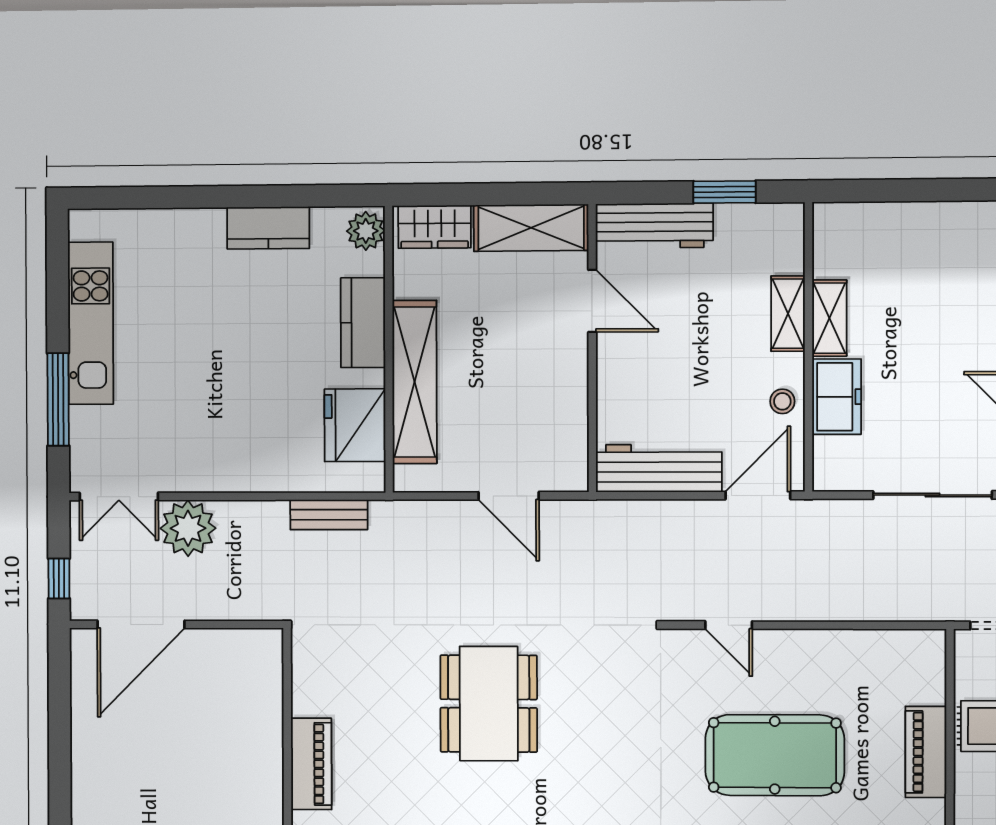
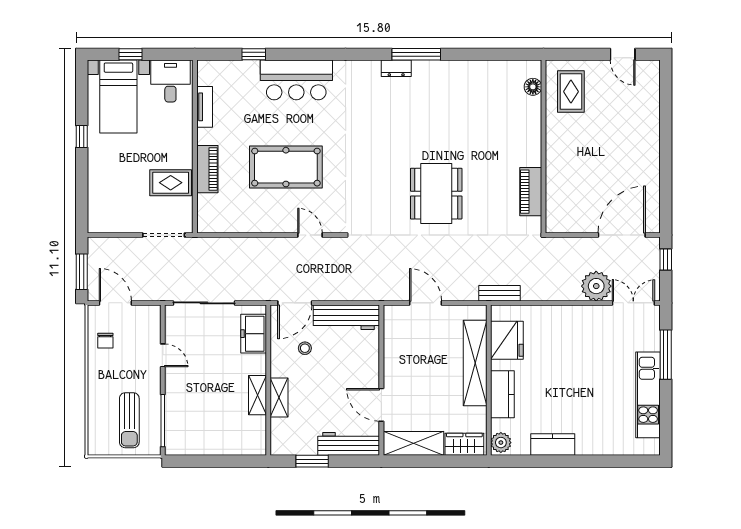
freezer: (837, 397) -> (254, 334), moved
stool: (782, 401) -> (305, 348), moved
bench: (329, 515) -> (499, 293), moved
piano: (311, 764) -> (531, 192), moved

